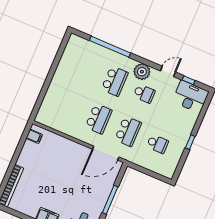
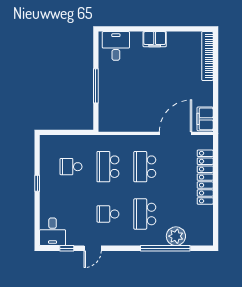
plant: (142, 72) -> (176, 236), moved
locker: (54, 90) -> (205, 177), added
desk: (191, 97) -> (53, 232), width x0.73
filing cabinet: (34, 136) -> (205, 119), width x2.00
door: (106, 153) -> (175, 133), moved

